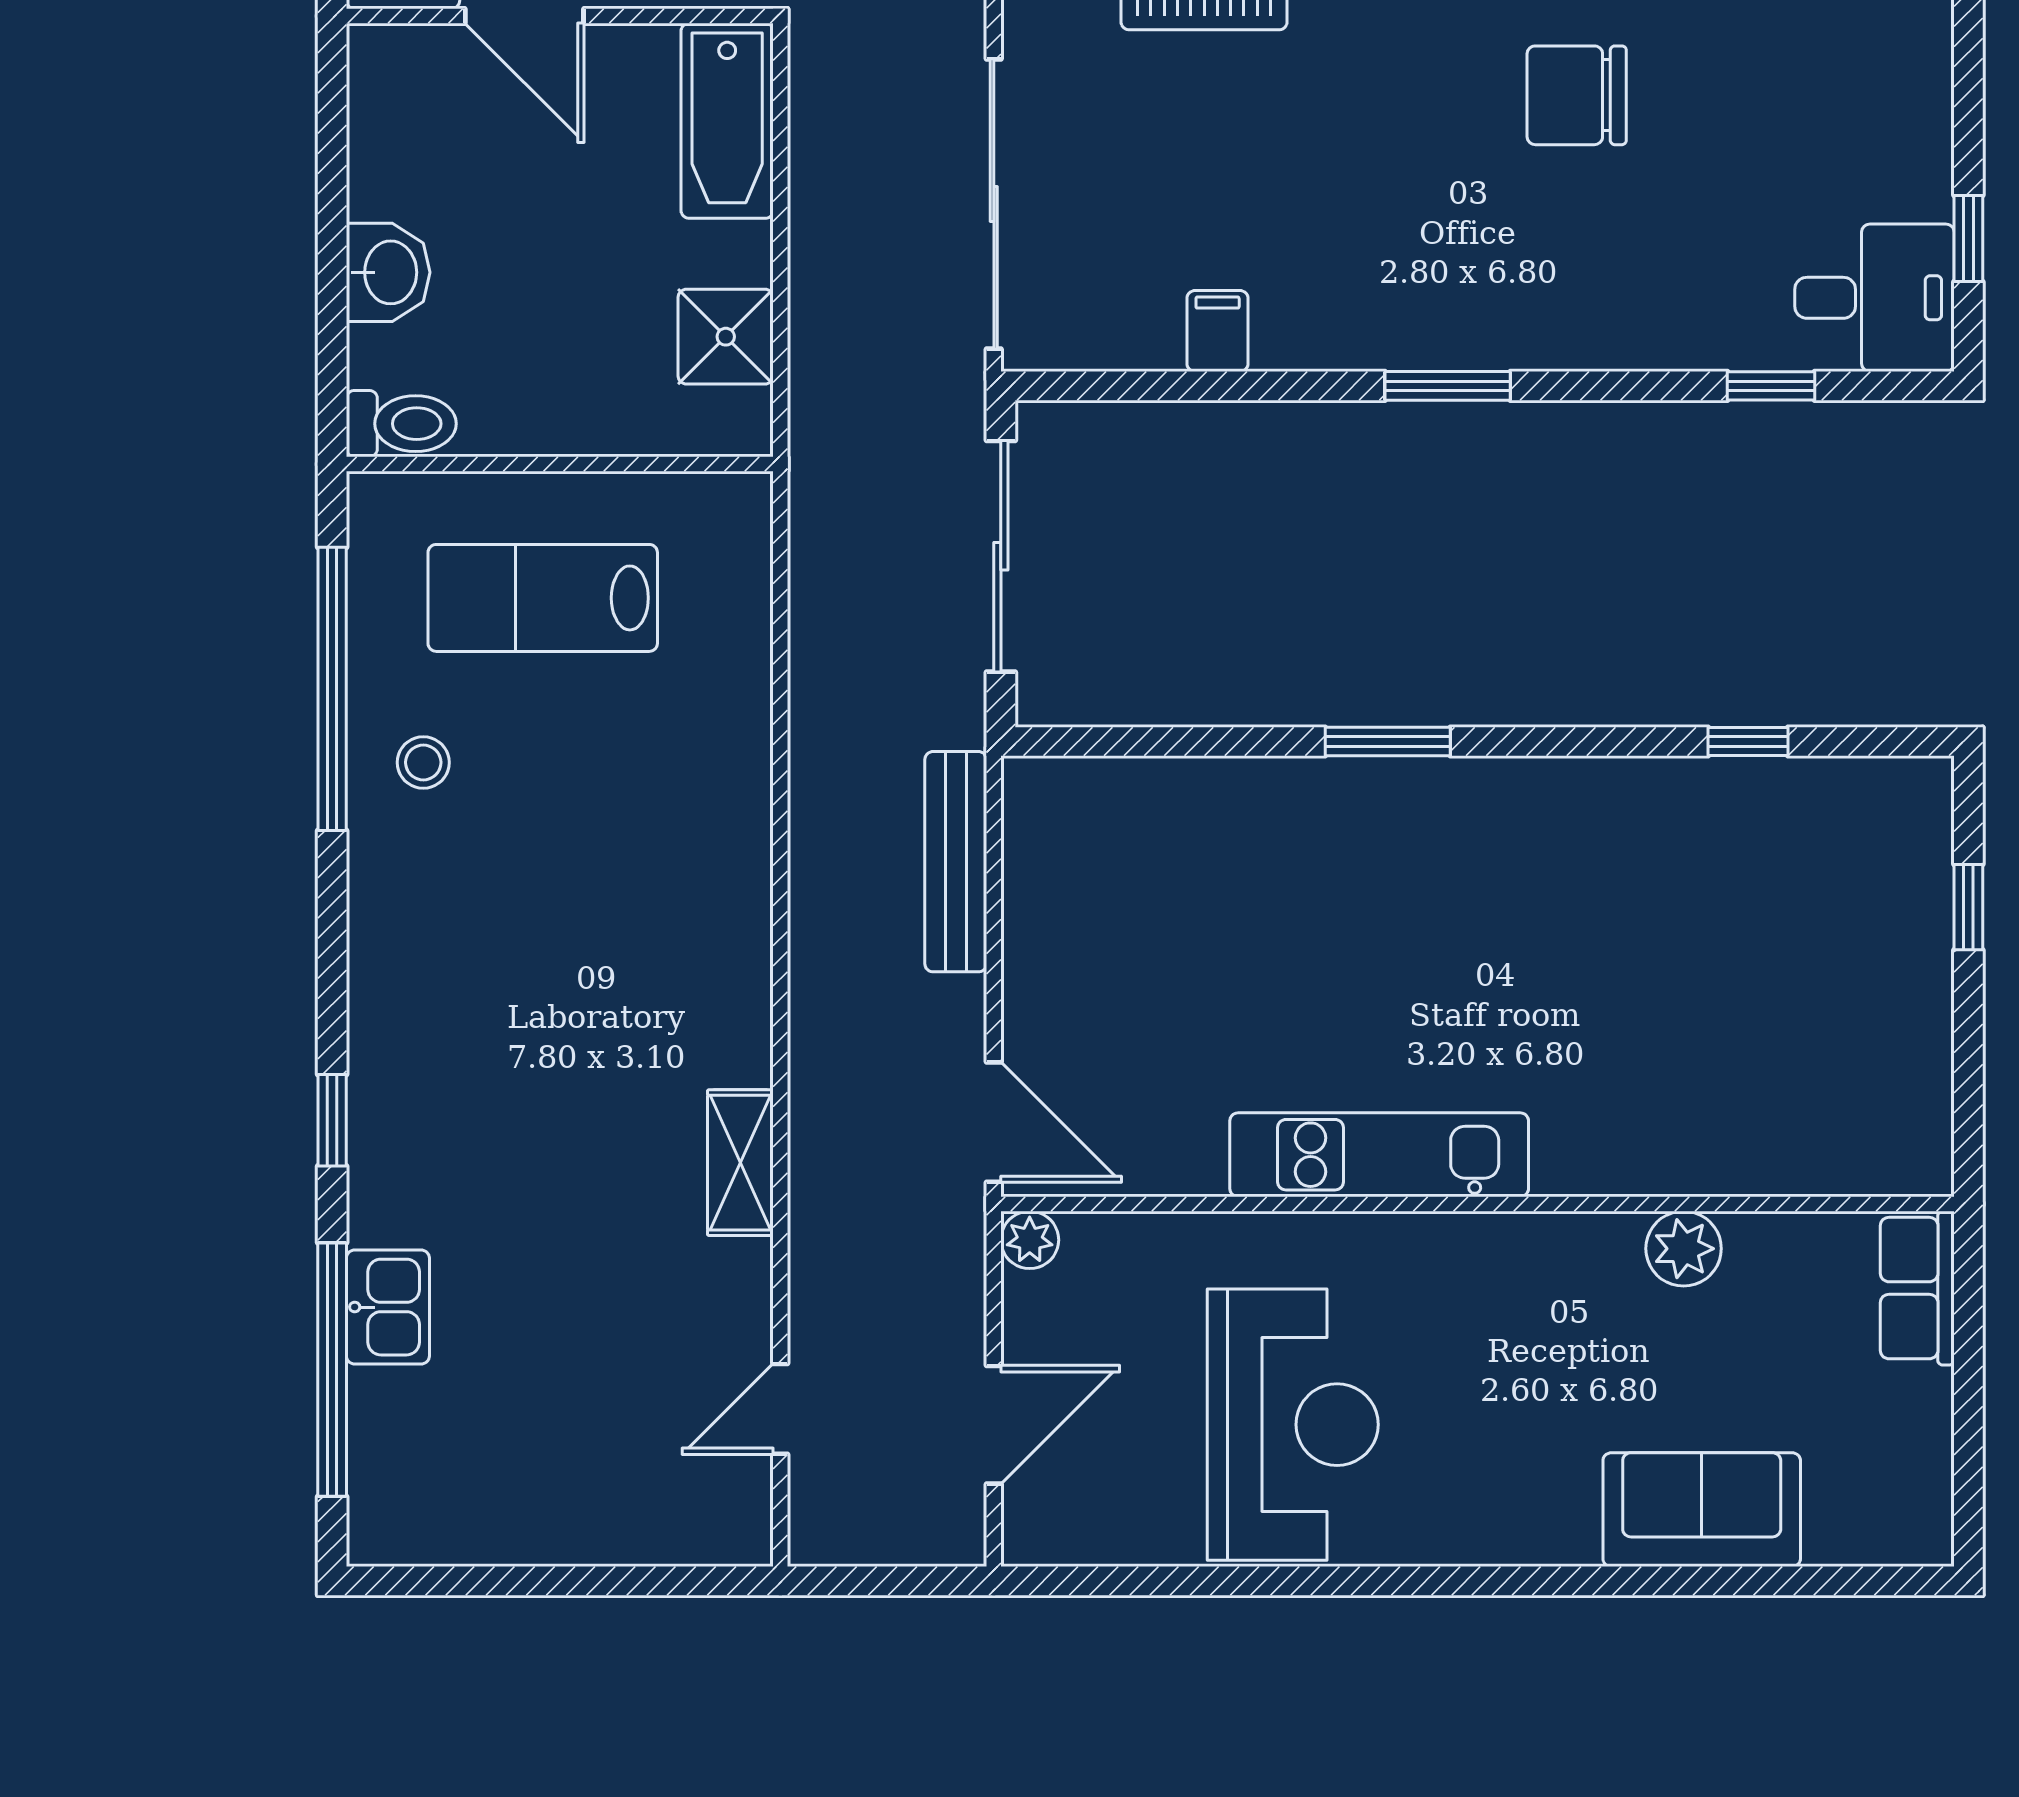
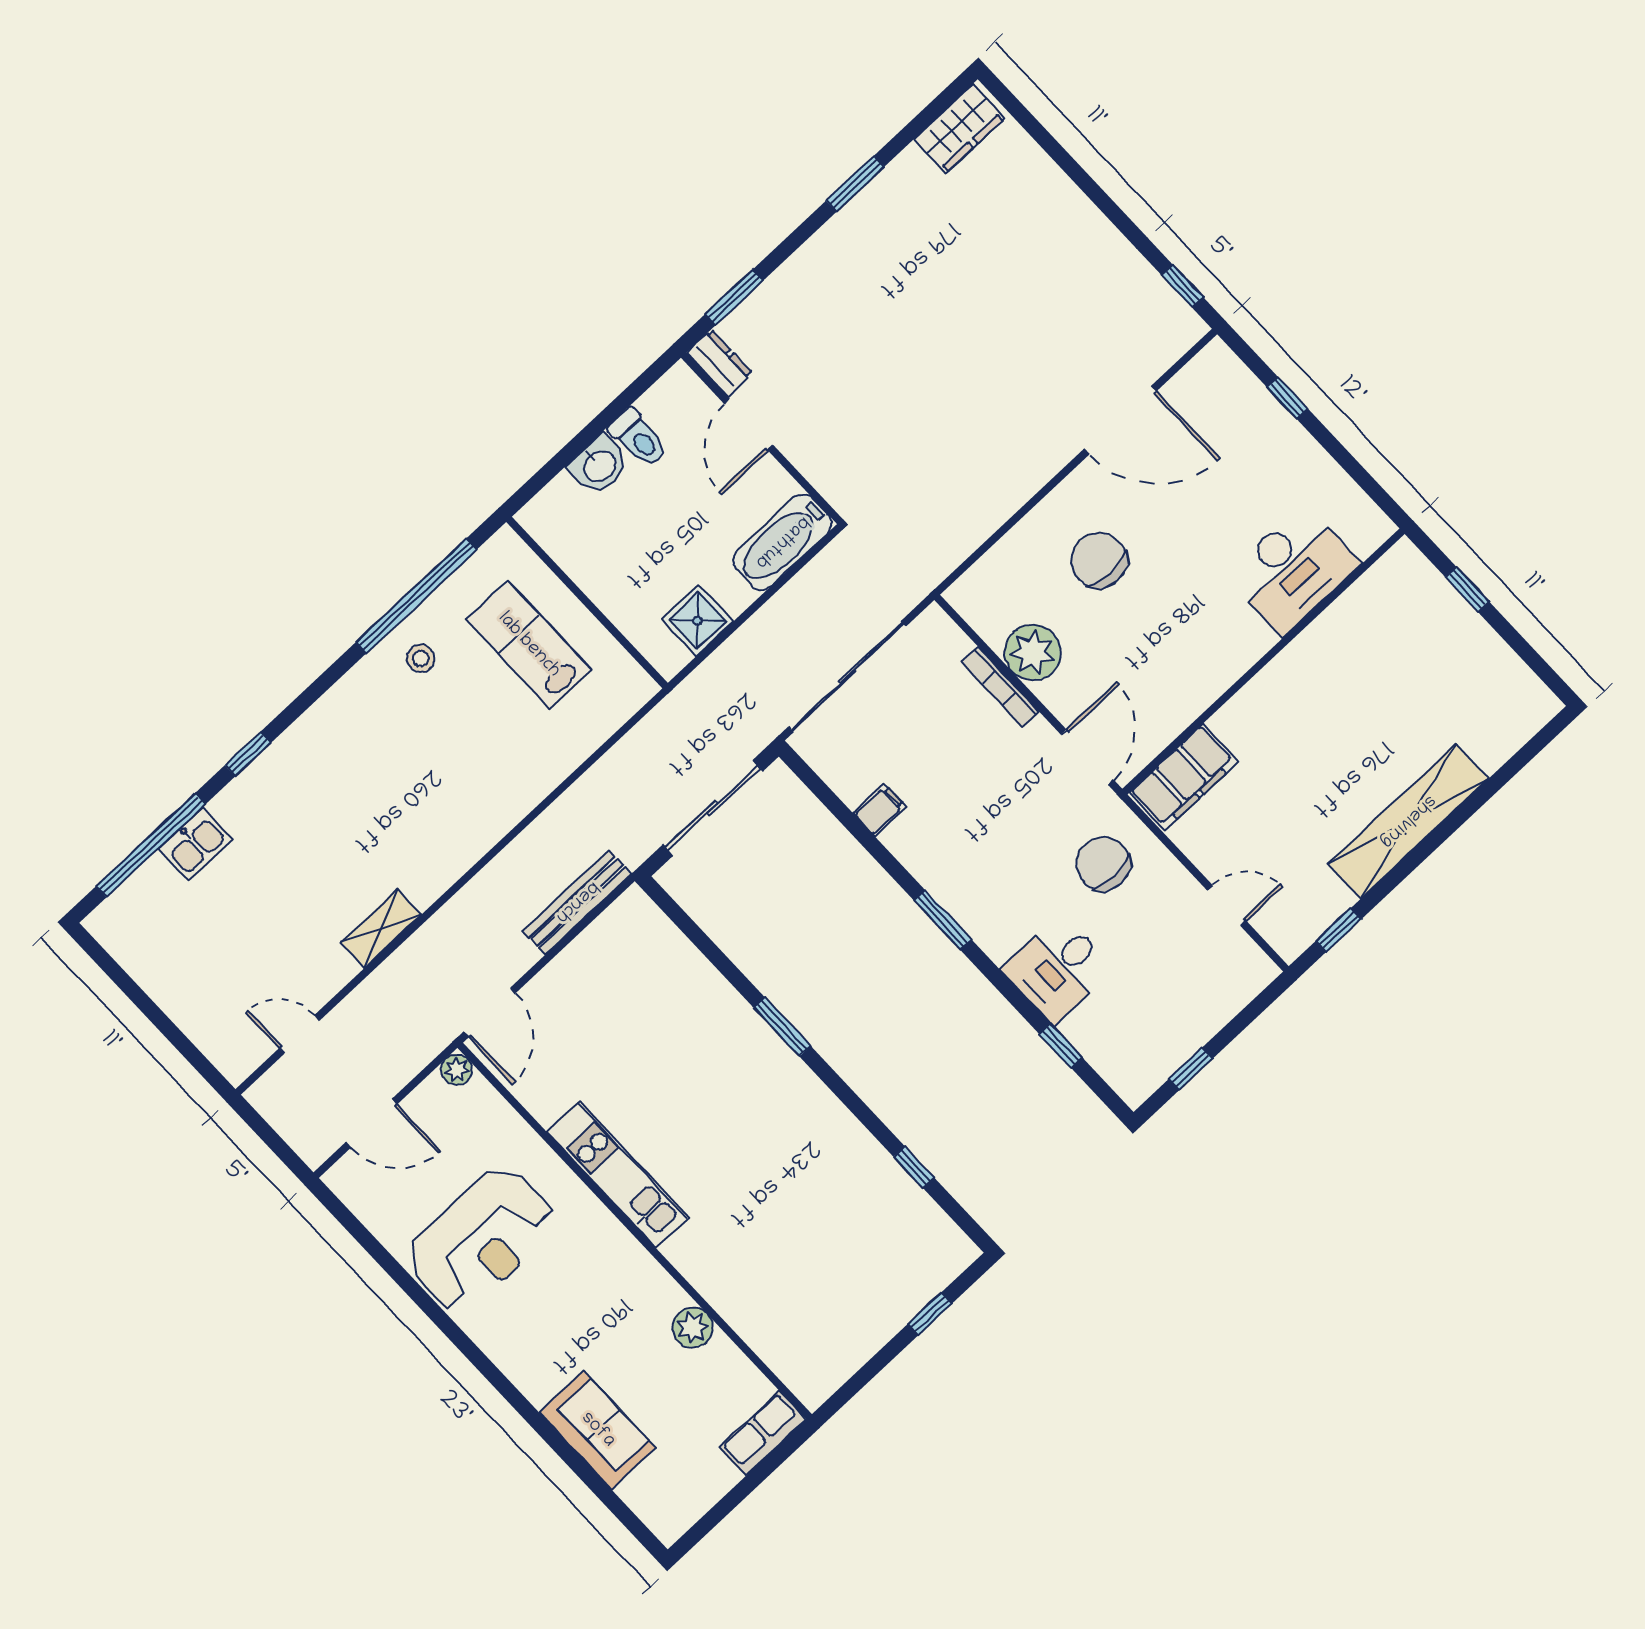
desk: (1874, 298) -> (1058, 969), moved, turned 90
toilet: (401, 424) -> (638, 438), moved

